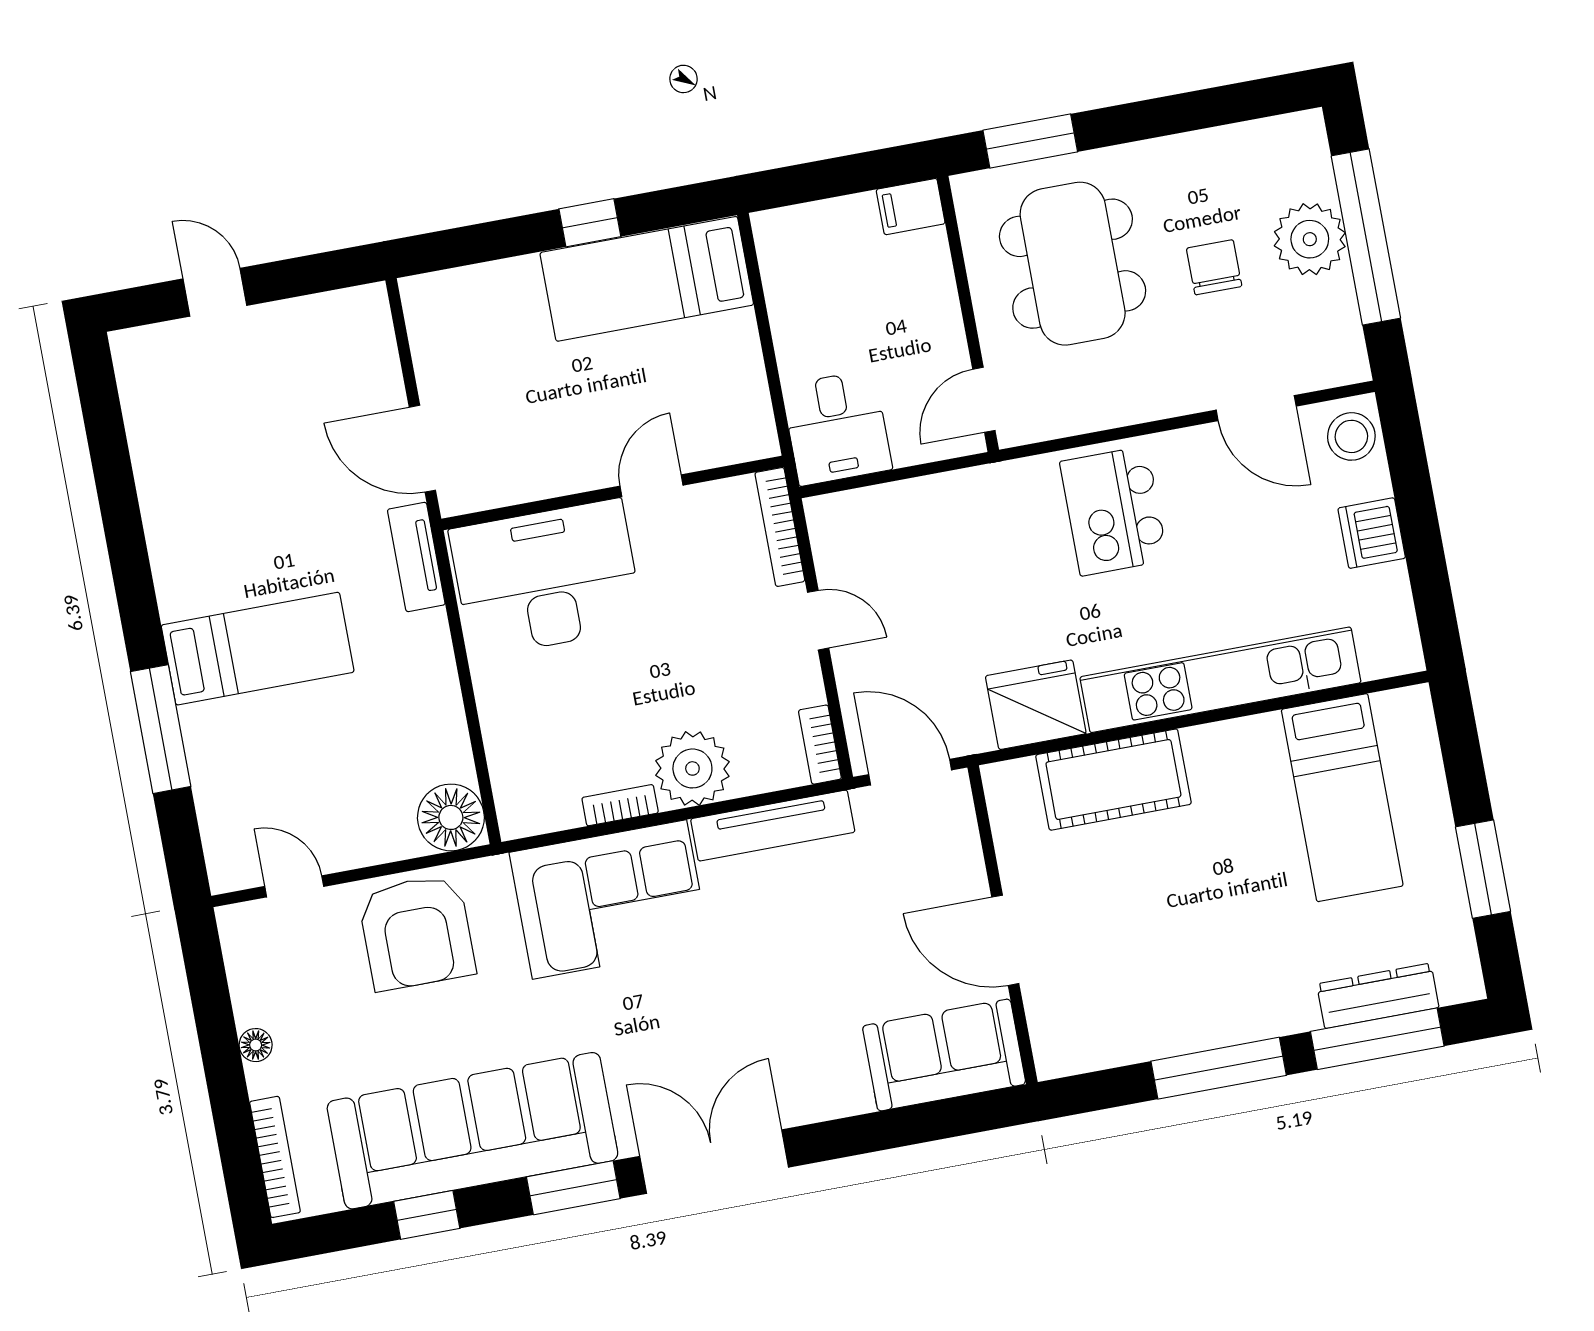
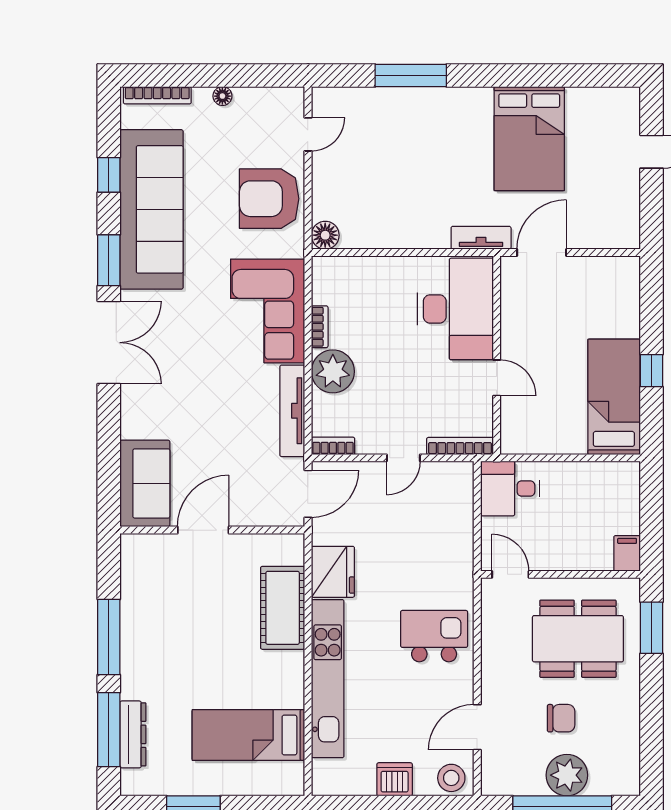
bed: (258, 649) -> (529, 139), moved, width x1.50
floor lamp: (451, 817) -> (325, 235), width x0.73, depth x0.73

